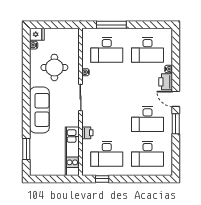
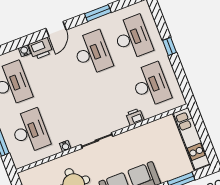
window: (176, 124) -> (98, 13), moved
kitchen unit: (72, 151) -> (191, 139), moved, turned 90
window: (102, 179) -> (169, 46), moved

